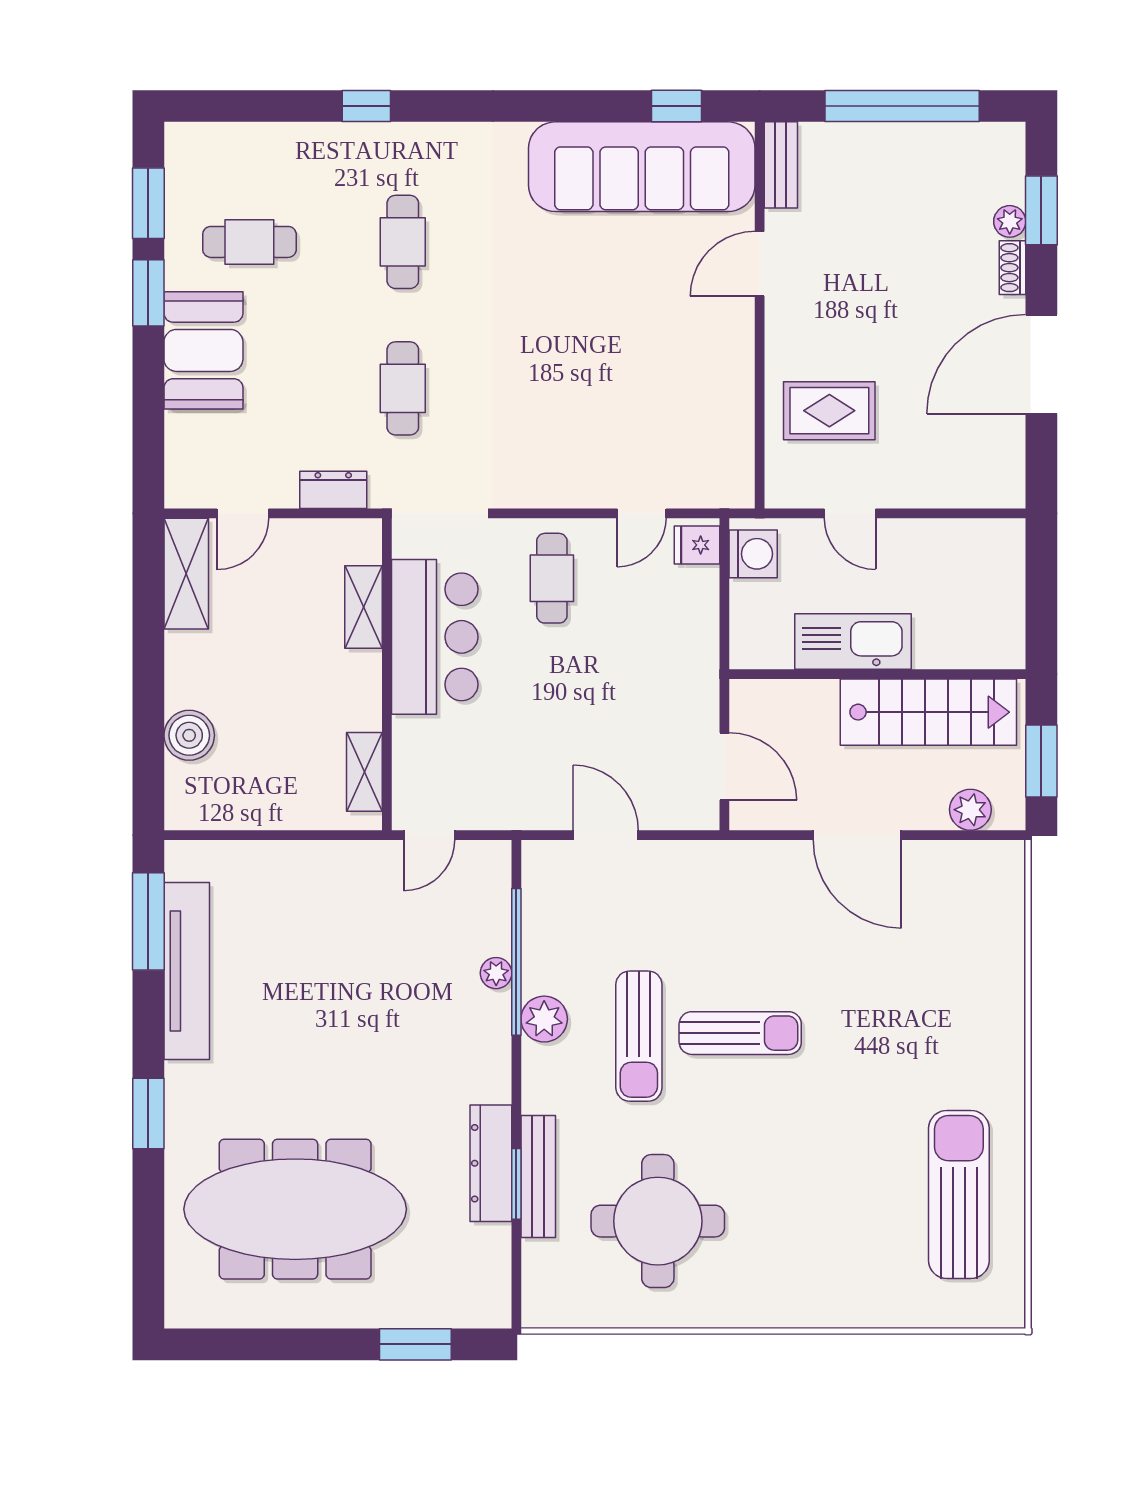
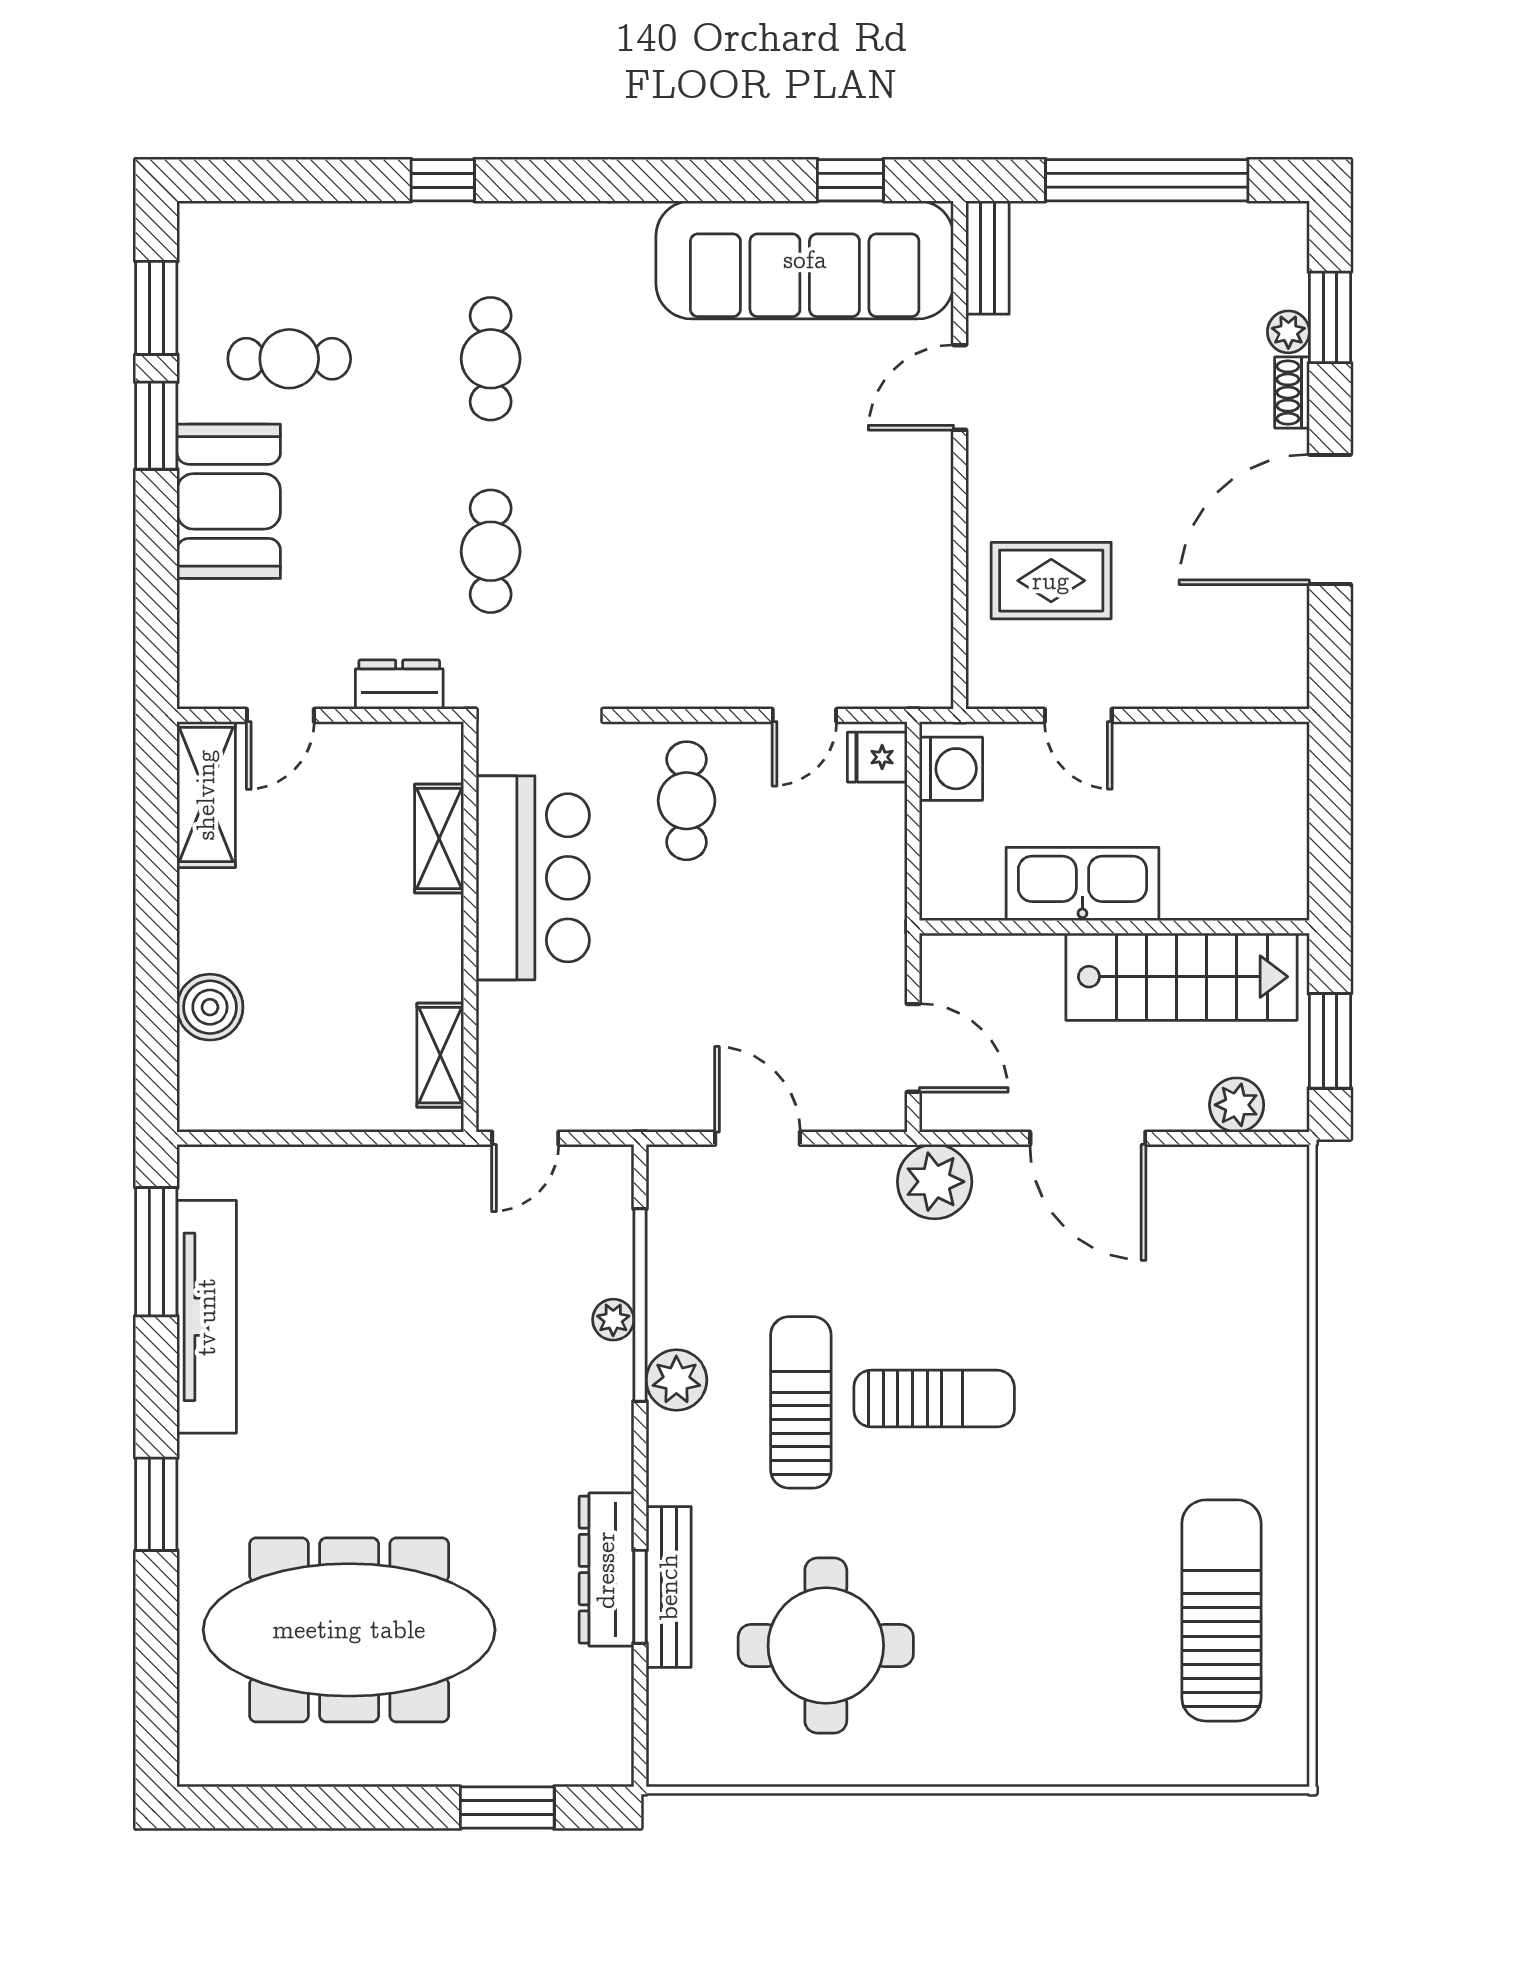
plant: (741, 868) -> (935, 1182), added
sun lounger: (639, 1036) -> (801, 1402), turned 180

